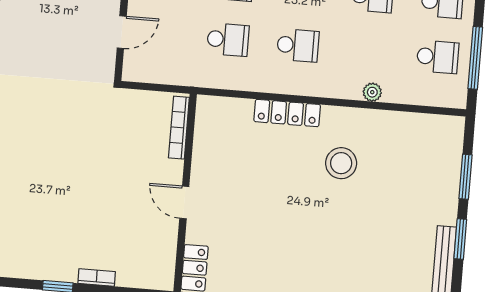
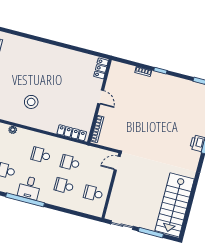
door: (122, 32) -> (117, 163), moved
locker: (287, 113) -> (72, 133), moved

